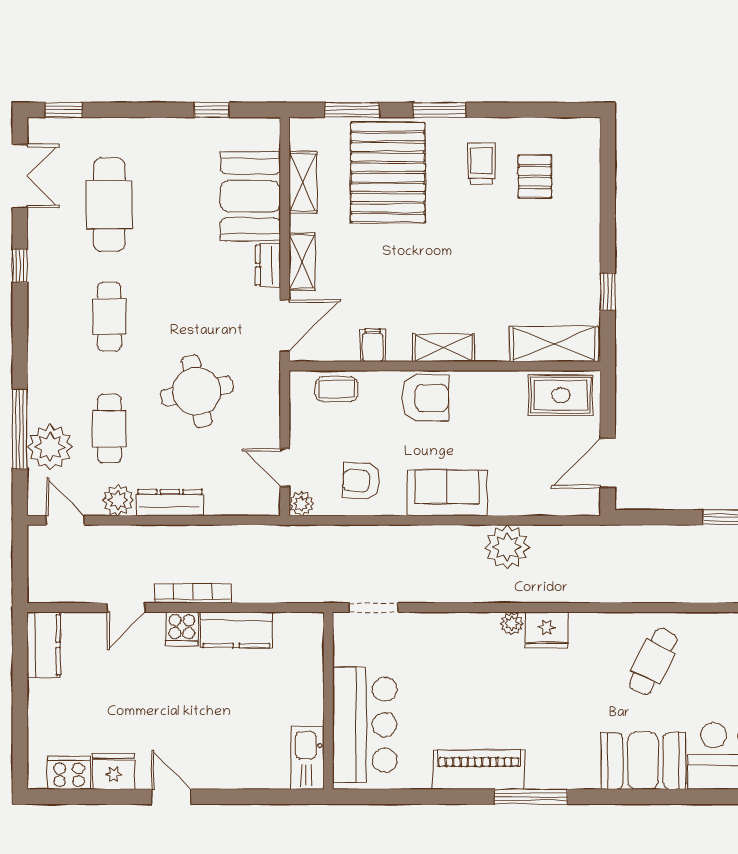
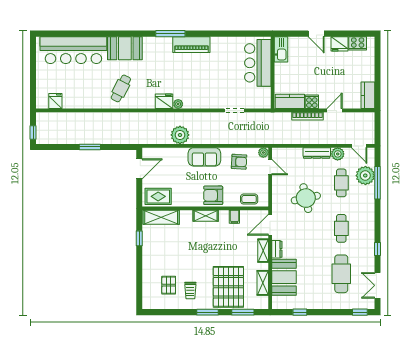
wall: (328, 701) -> (273, 73), moved
bar counter: (365, 725) -> (258, 63), moved
kitchen sink: (307, 758) -> (281, 49), moved

